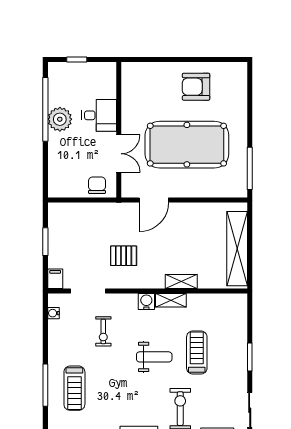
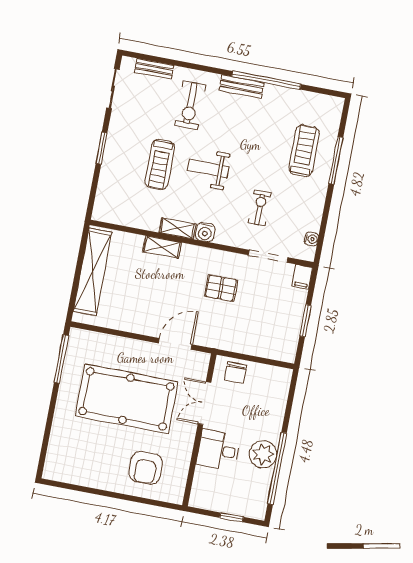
armchair: (196, 87) -> (146, 468), moved, turned 90

